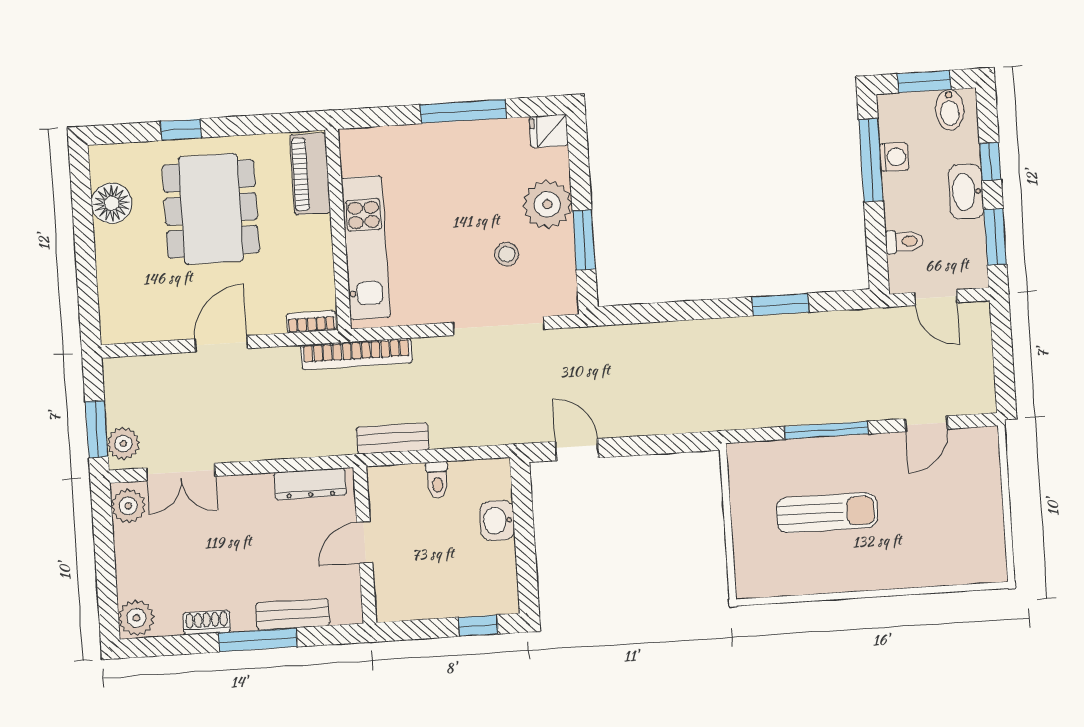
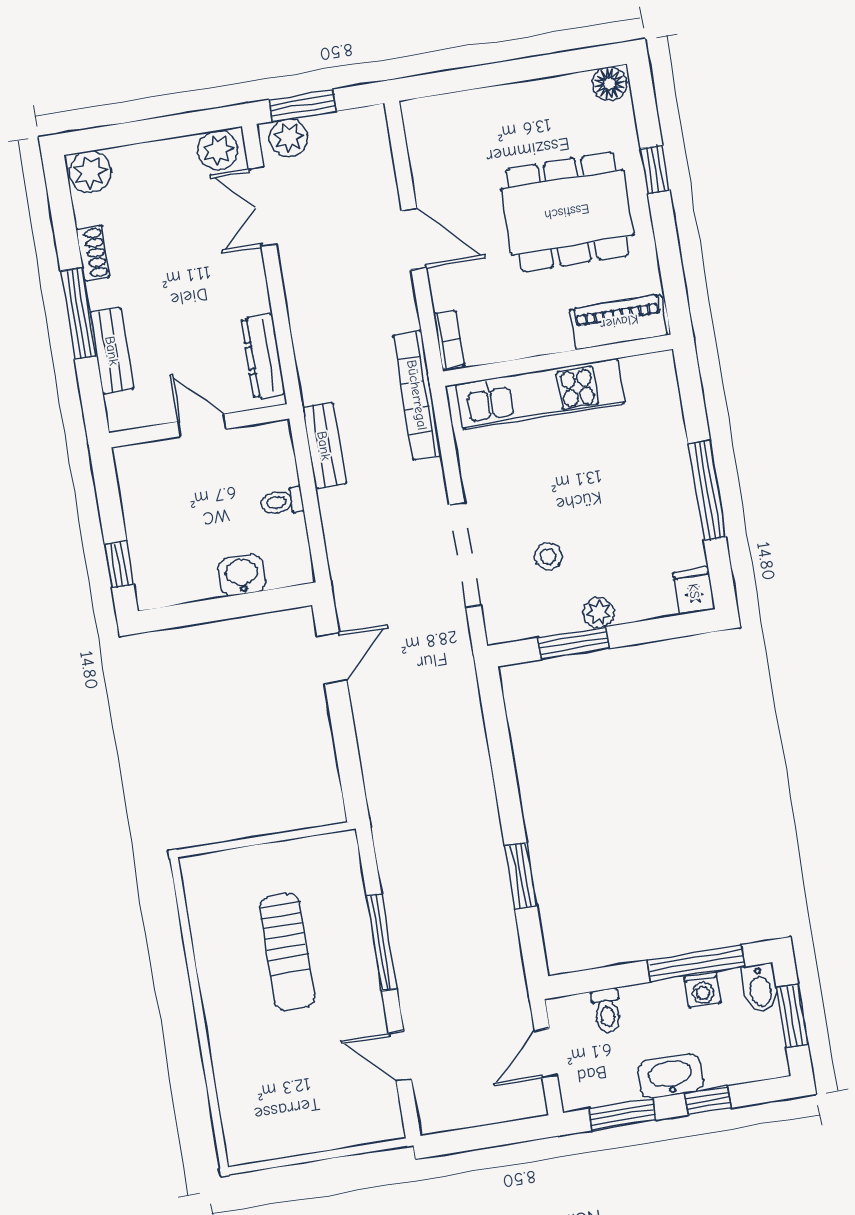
bidet: (950, 110) -> (760, 988), moved, turned -90
floor lamp: (112, 203) -> (610, 84), moved, width x0.73, depth x0.73
plant: (547, 204) -> (599, 613), width x0.53, depth x0.53

